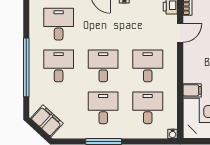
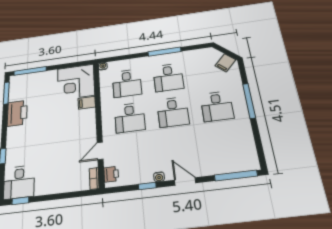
desk: (59, 24) -> (224, 144), removed
window: (26, 67) -> (249, 101), width x0.68
filing cabinet: (47, 121) -> (225, 63), width x0.50

